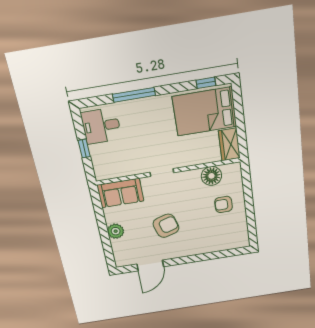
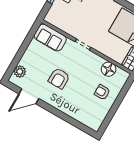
armchair: (166, 226) -> (59, 78), turned 107
plant: (116, 231) -> (20, 72), moved

